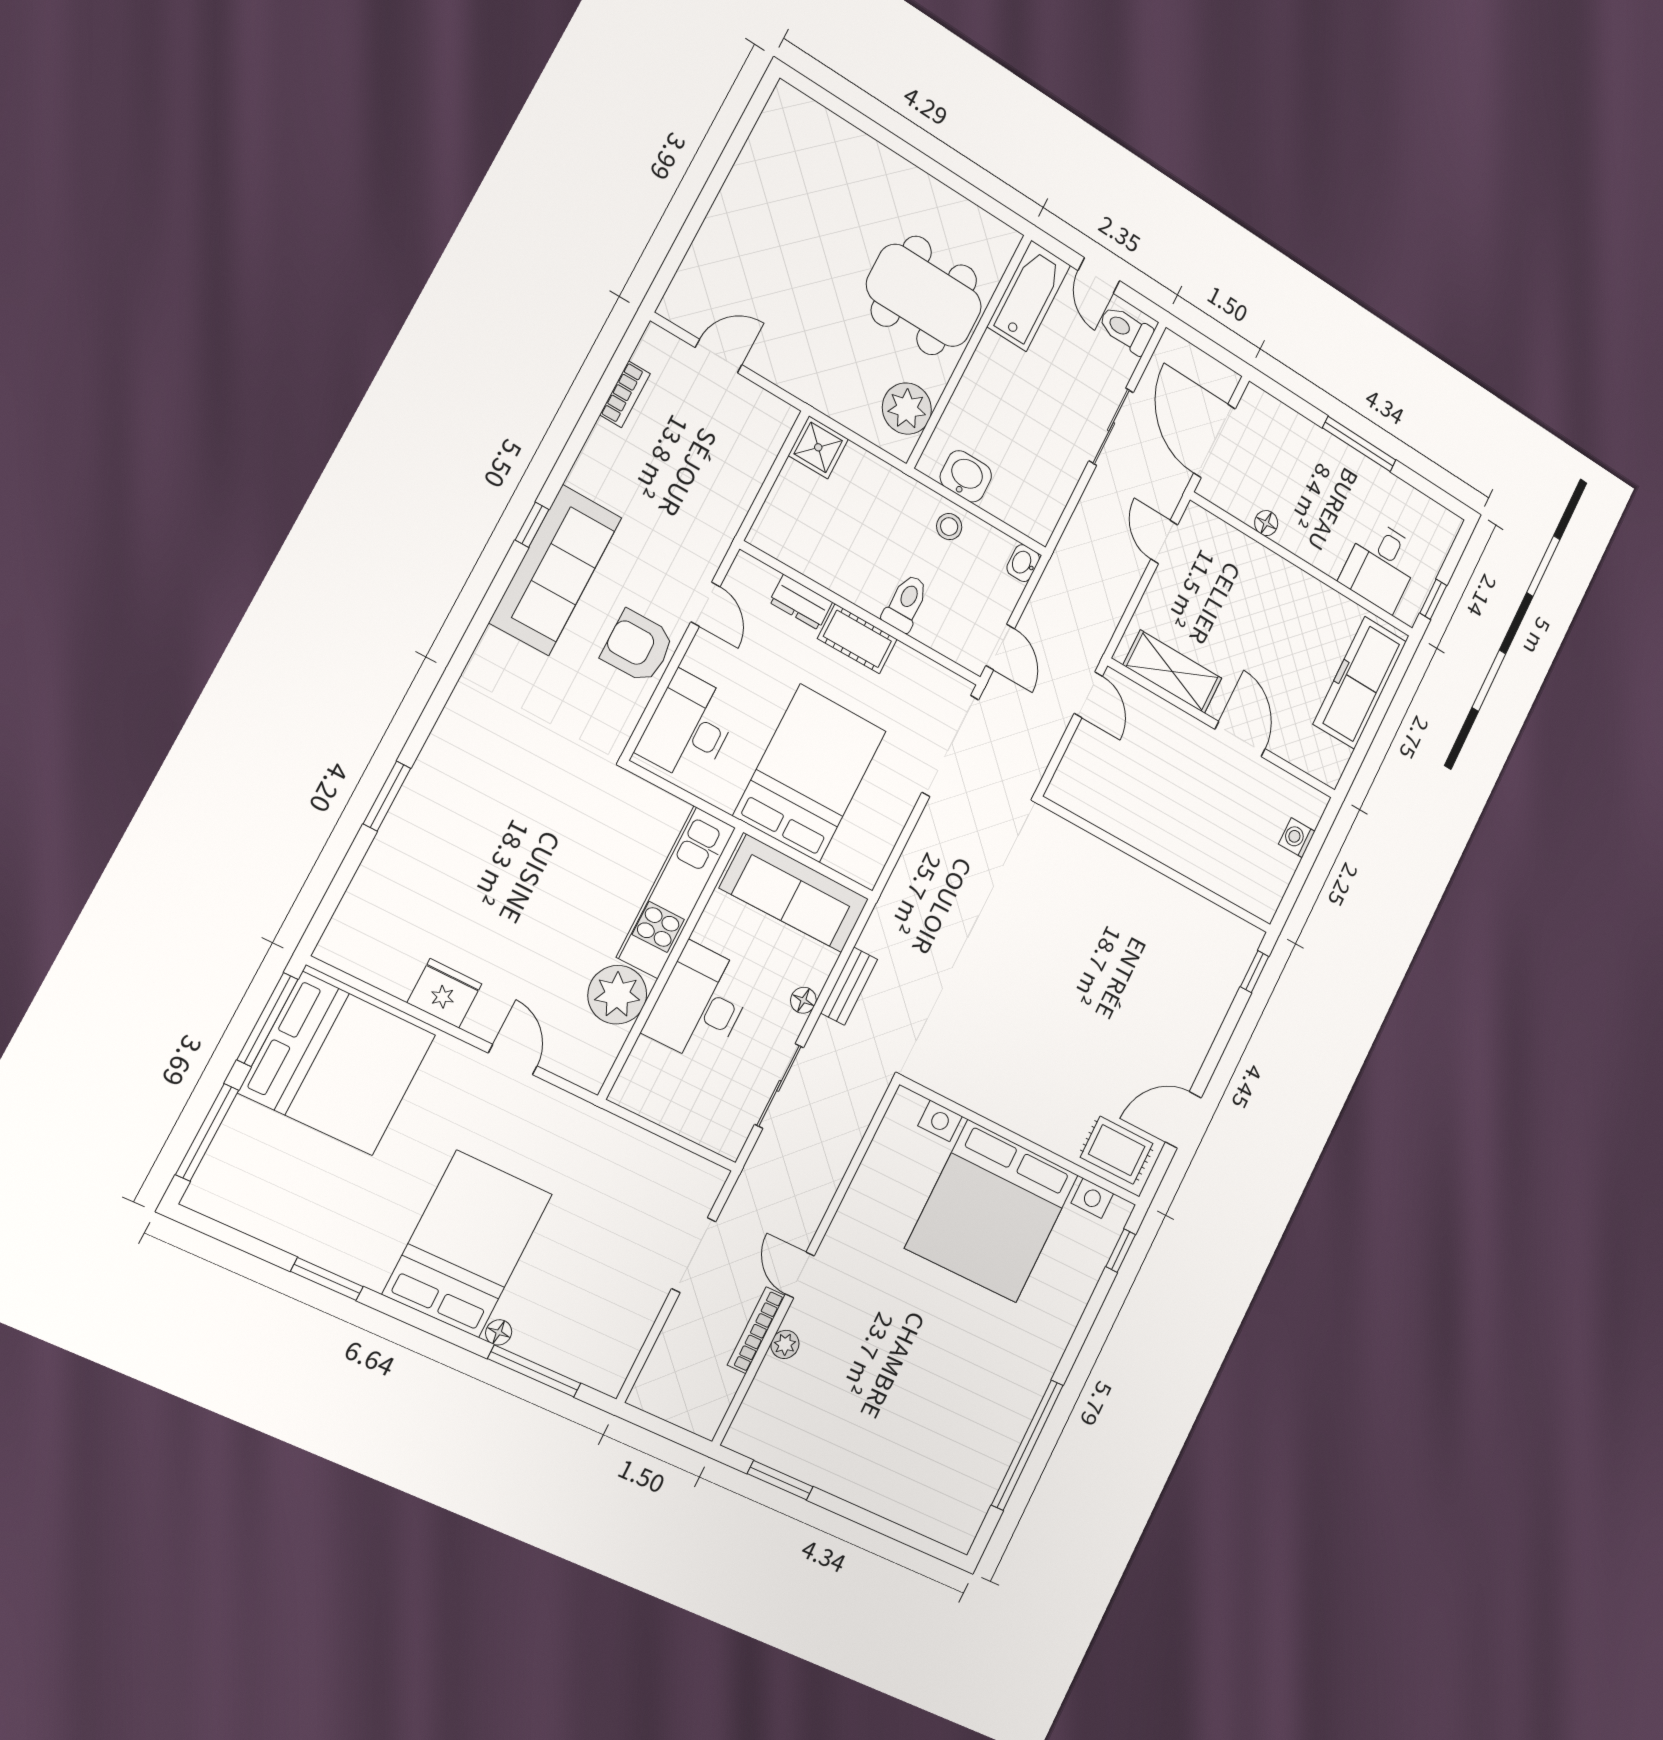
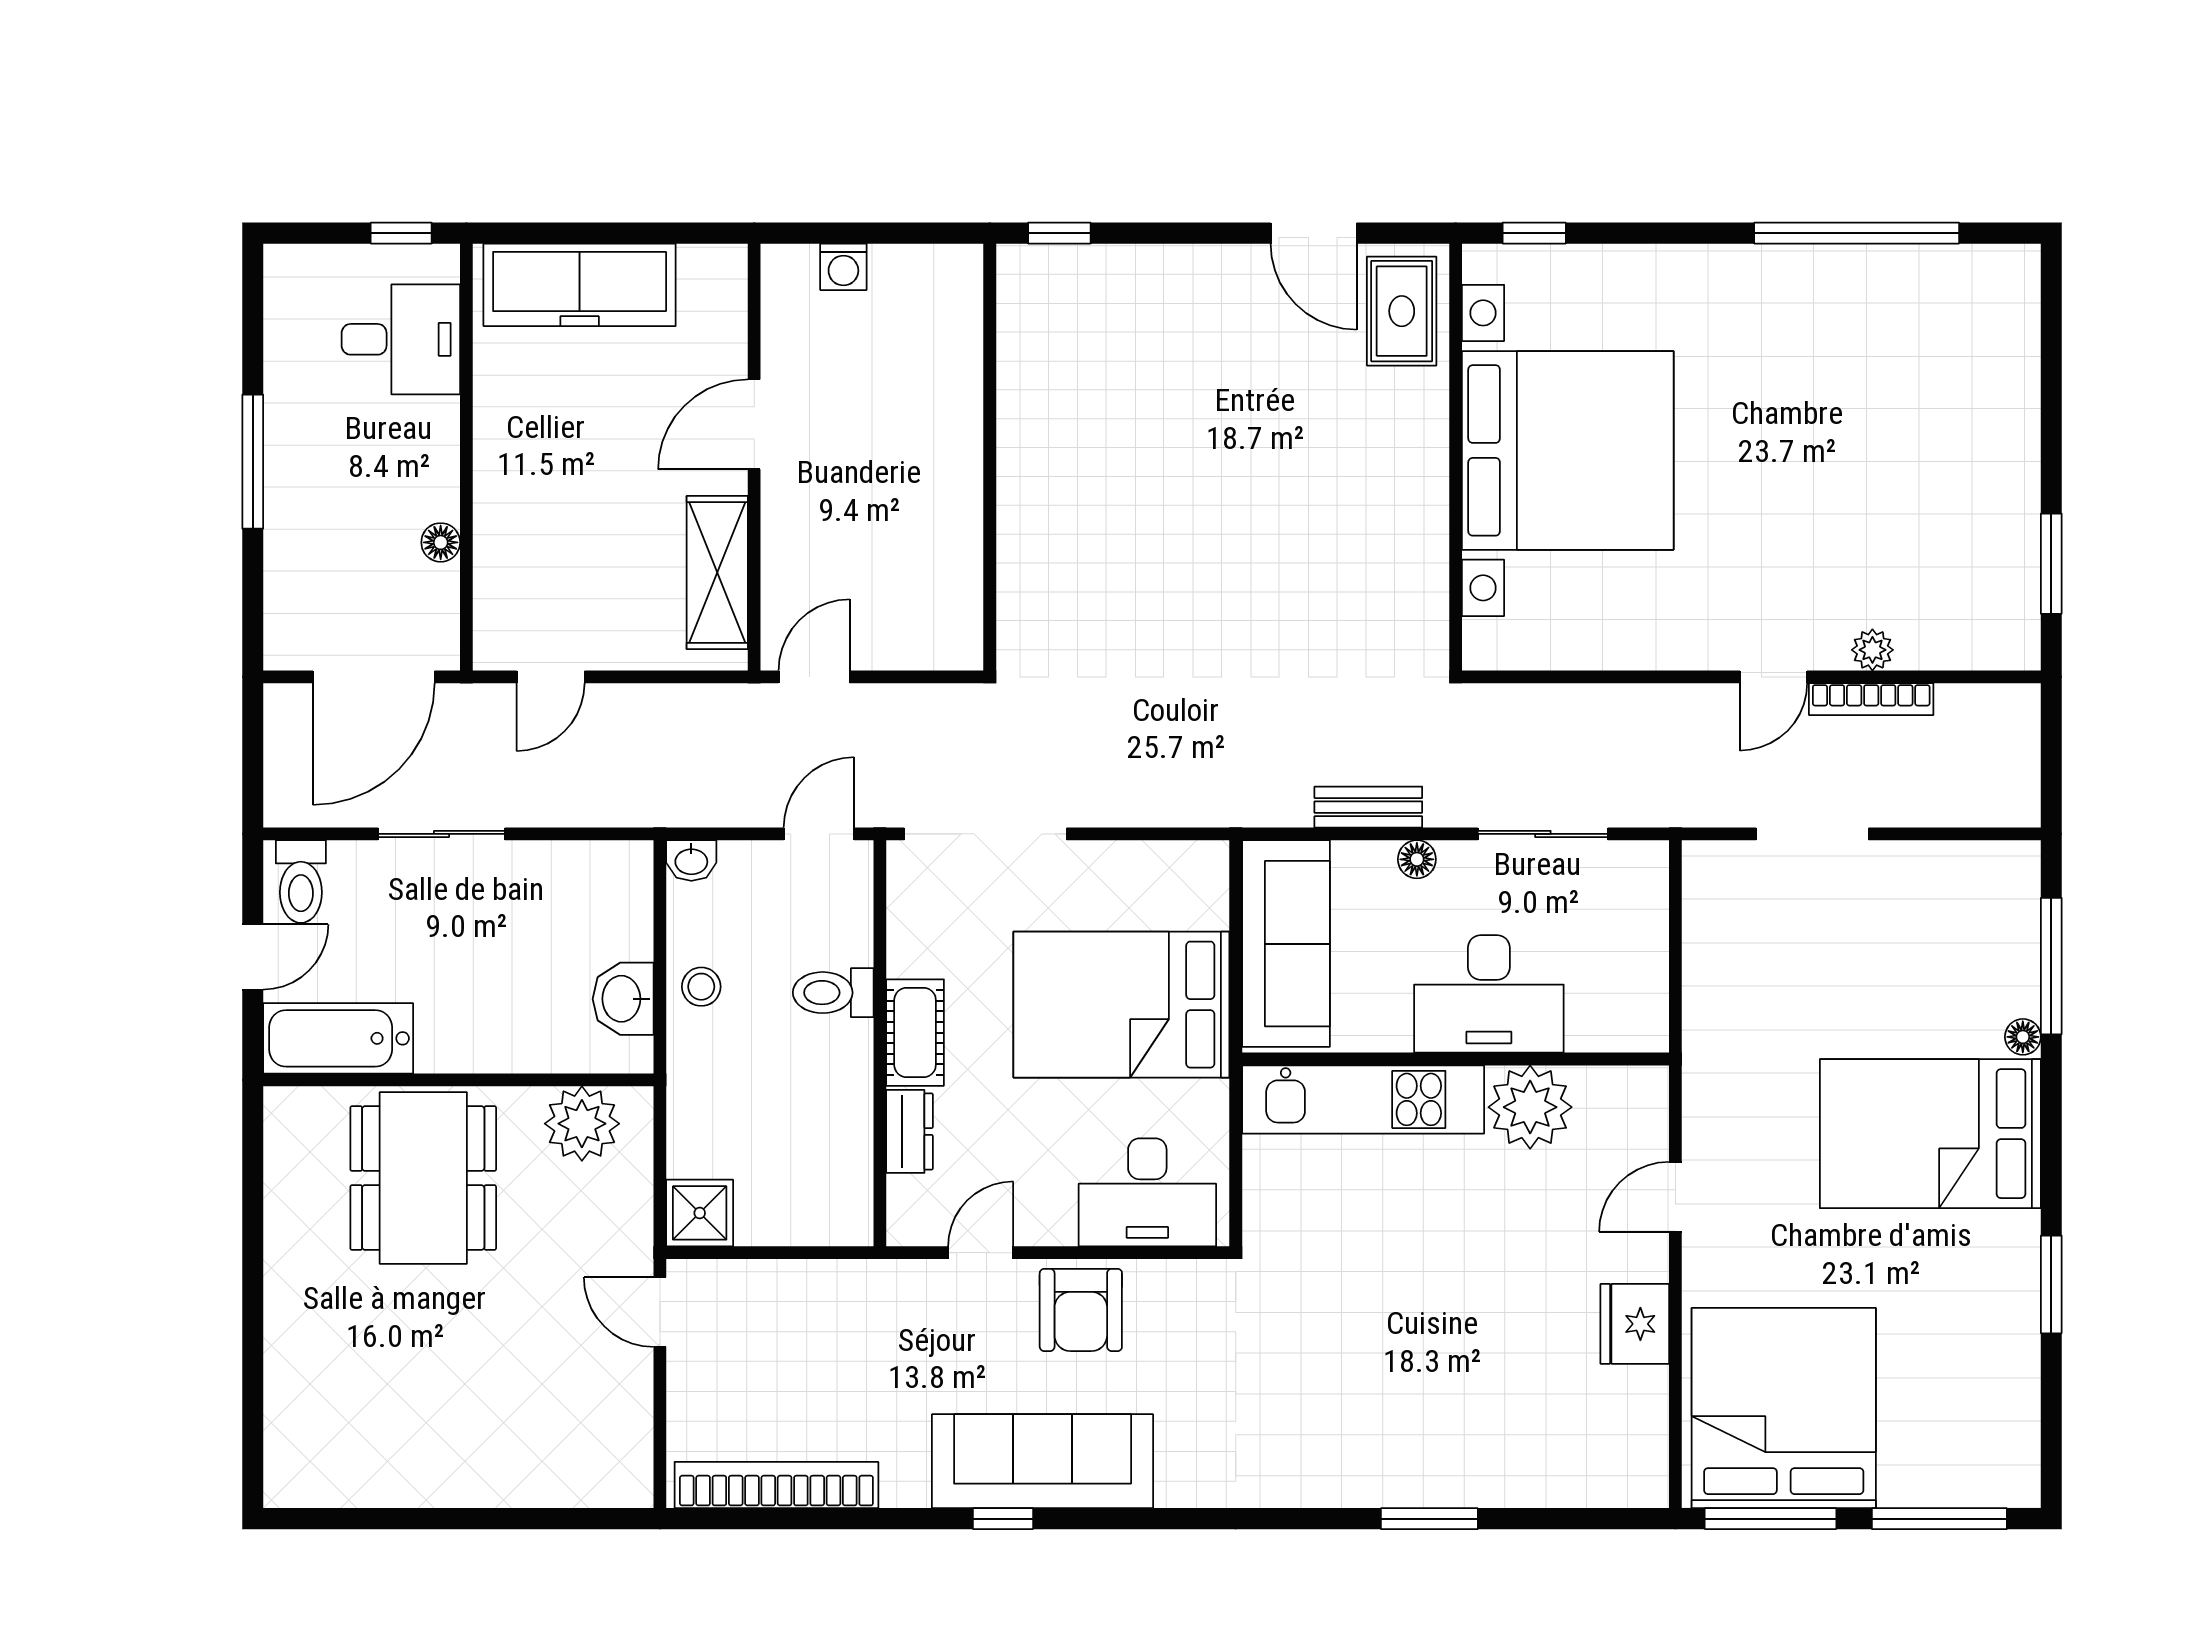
door: (719, 356) -> (660, 1312), moved
bookcase: (625, 394) -> (776, 1485), width x2.31, depth x1.31

